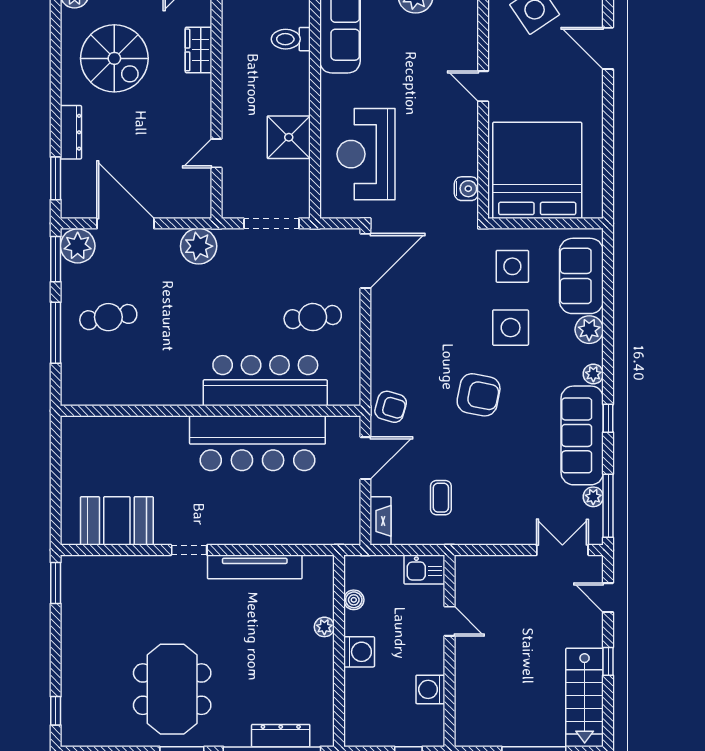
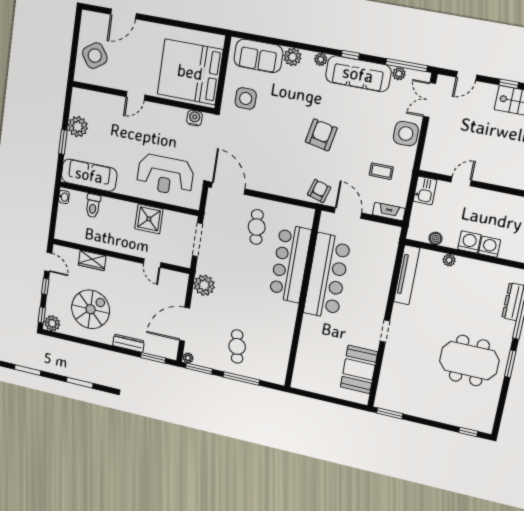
plant: (78, 246) -> (188, 358), width x0.53, depth x0.53
side table: (511, 328) -> (406, 134), moved
tv unit: (255, 567) -> (407, 275), moved
washing machine: (430, 689) -> (489, 247), moved, turned 180

